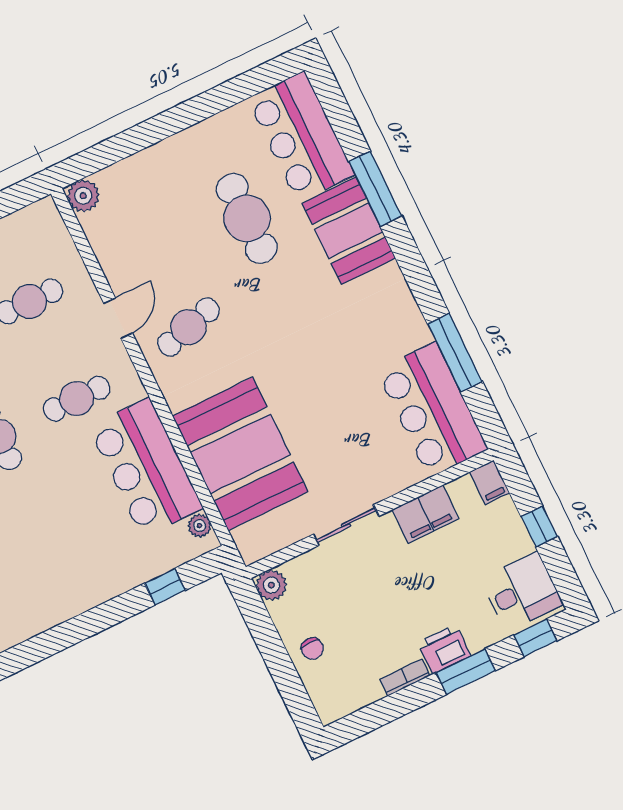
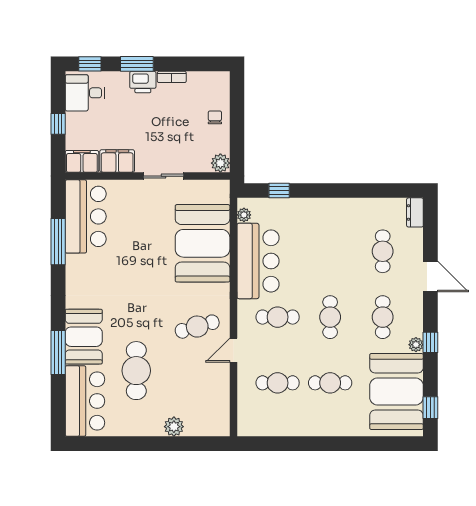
plant: (83, 196) -> (174, 427), moved
filing cabinet: (490, 482) -> (82, 161), width x2.00

